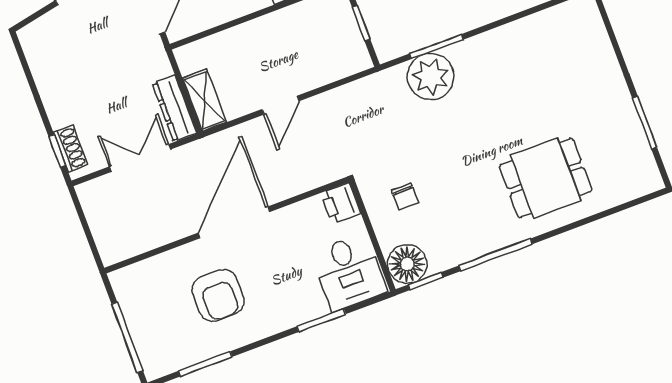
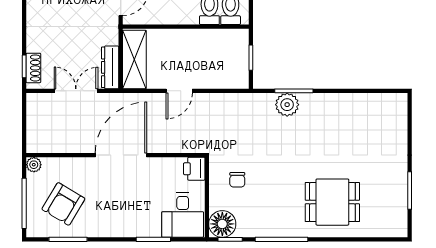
plant: (431, 77) -> (287, 105), width x0.73, depth x0.73
shelving: (204, 100) -> (134, 59), width x1.50, depth x1.33
plant: (120, 280) -> (34, 165), added
armchair: (218, 295) -> (63, 204), moved, turned 31

